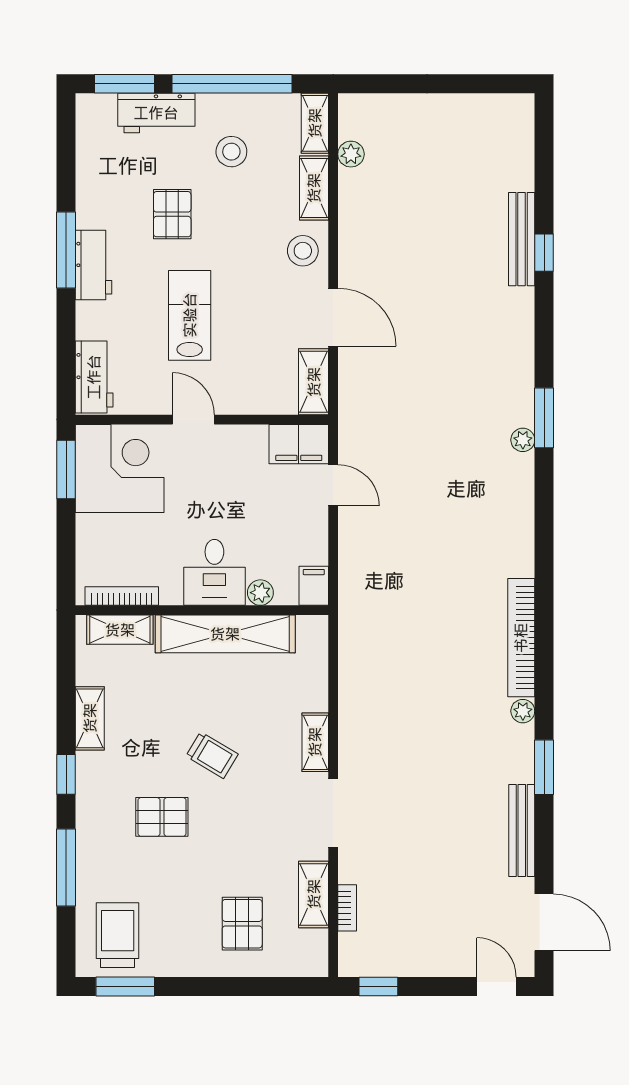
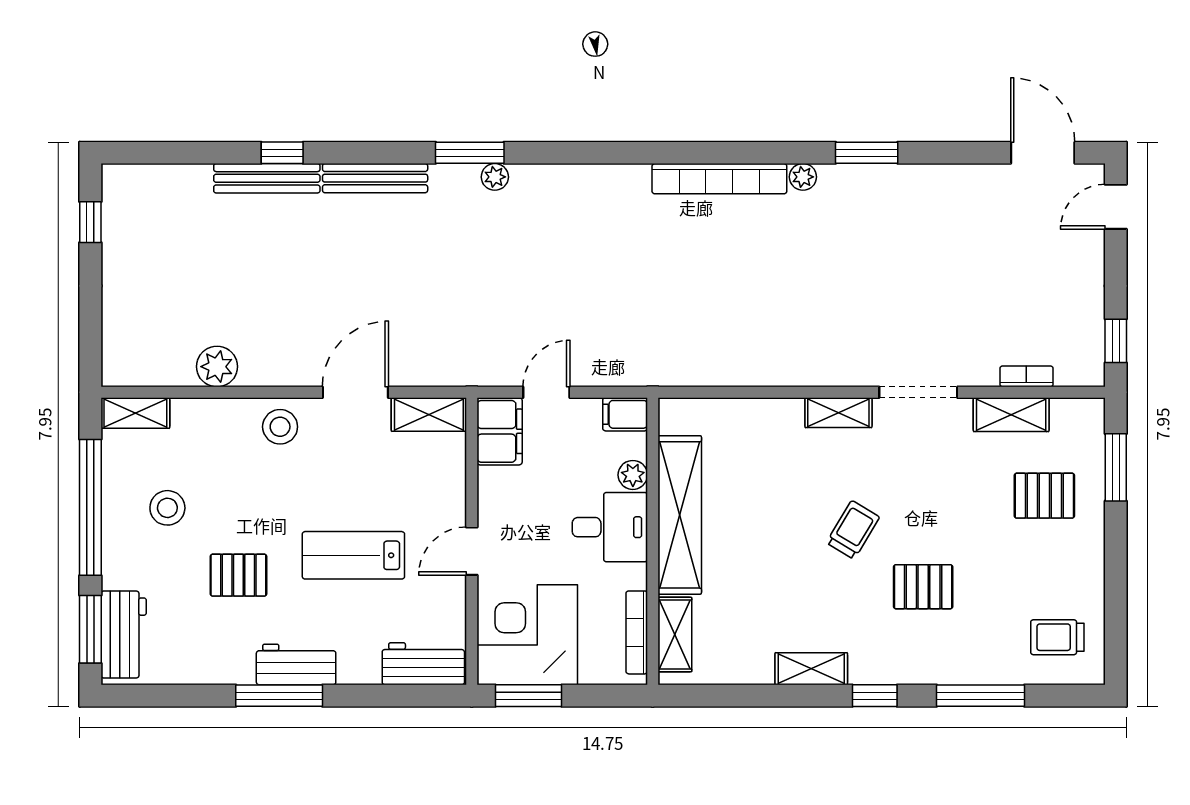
window: (483, 84) -> (90, 222), added
workbench: (156, 113) -> (124, 635), moved
plant: (351, 154) -> (217, 367), moved, width x1.38, depth x1.38
shelving: (314, 188) -> (209, 414), removed
desk: (214, 572) -> (610, 527), moved
filing cabinet: (314, 586) -> (625, 414), moved
plant: (260, 593) -> (633, 475), moved
bookcase: (122, 596) -> (637, 632), moved
wall: (202, 610) -> (653, 541), moved
shelving: (120, 630) -> (675, 635), moved
shelving: (225, 634) -> (680, 515), moved
pallet: (162, 817) -> (923, 587), turned 90
bench: (522, 831) -> (375, 178), moved
door: (544, 922) -> (1043, 153), hinge flipped
trolley: (118, 935) -> (1057, 637), width x0.73, depth x0.72
window: (125, 986) -> (1116, 467), moved

